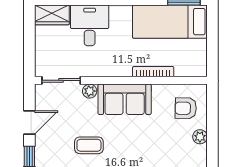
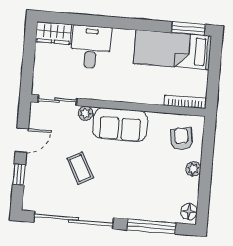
bookcase: (153, 72) -> (185, 102), moved
armchair: (186, 108) -> (181, 139), turned 80
coffee table: (89, 145) -> (80, 168), turned 62

